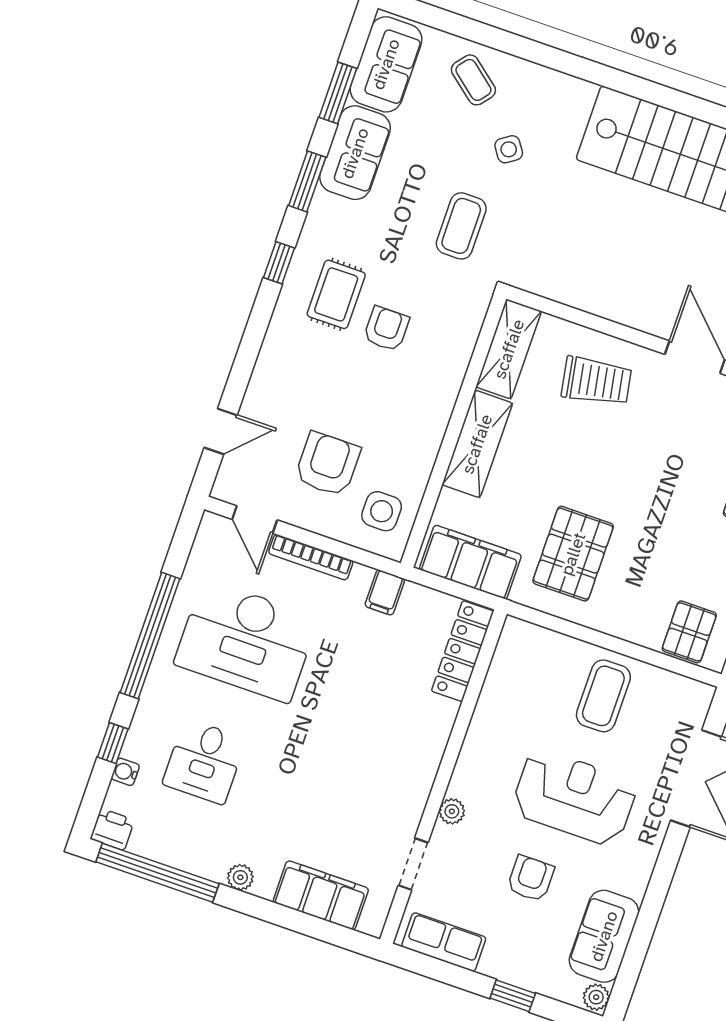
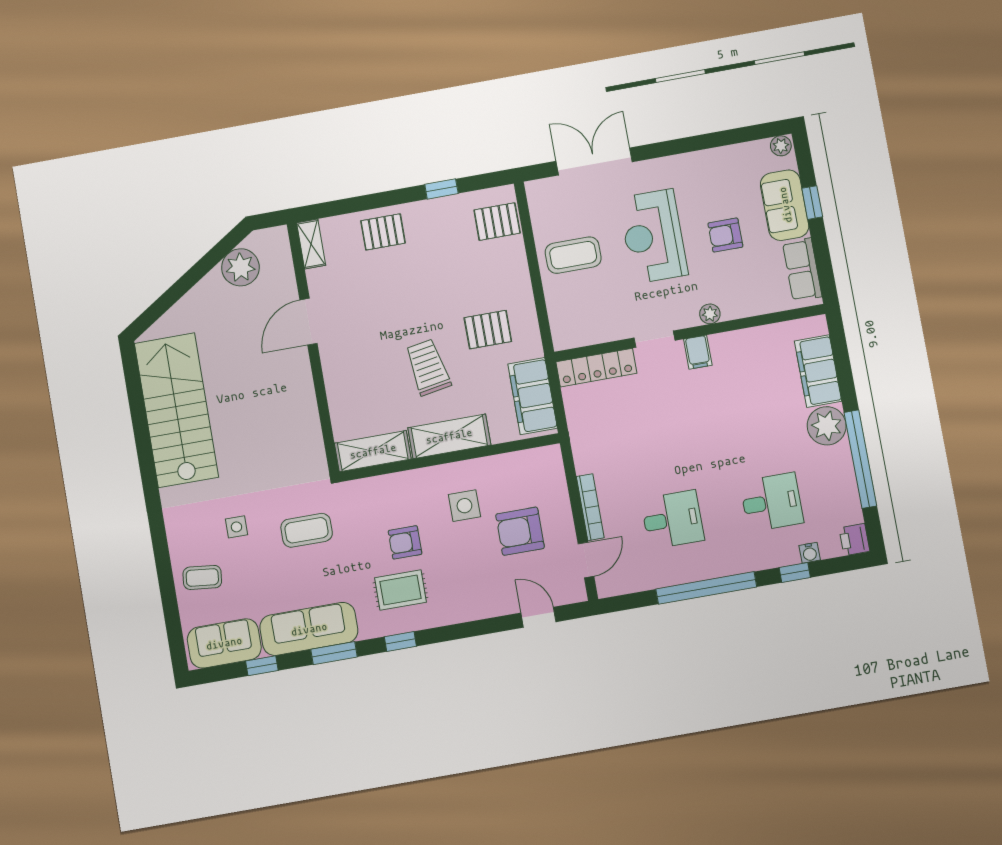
coffee table: (473, 80) -> (202, 577), turned 57
window: (338, 93) -> (262, 666), width x0.67
side table: (509, 149) -> (236, 527), turned 34
sofa: (355, 153) -> (309, 629), width x1.36
trolley: (596, 381) -> (428, 367), moved
side table: (382, 511) -> (464, 506), moved
pallet: (573, 554) -> (488, 330), width x0.67, depth x0.71
filing cabinet: (385, 592) -> (698, 352), moved, turned 90
desk: (246, 641) -> (672, 520), width x0.53, depth x0.77
doorway: (413, 864) -> (654, 339), moved
window: (157, 873) -> (860, 459), moved
plant: (240, 877) -> (827, 426), width x1.88, depth x1.88
sofa: (604, 936) -> (785, 205), moved, turned 90

